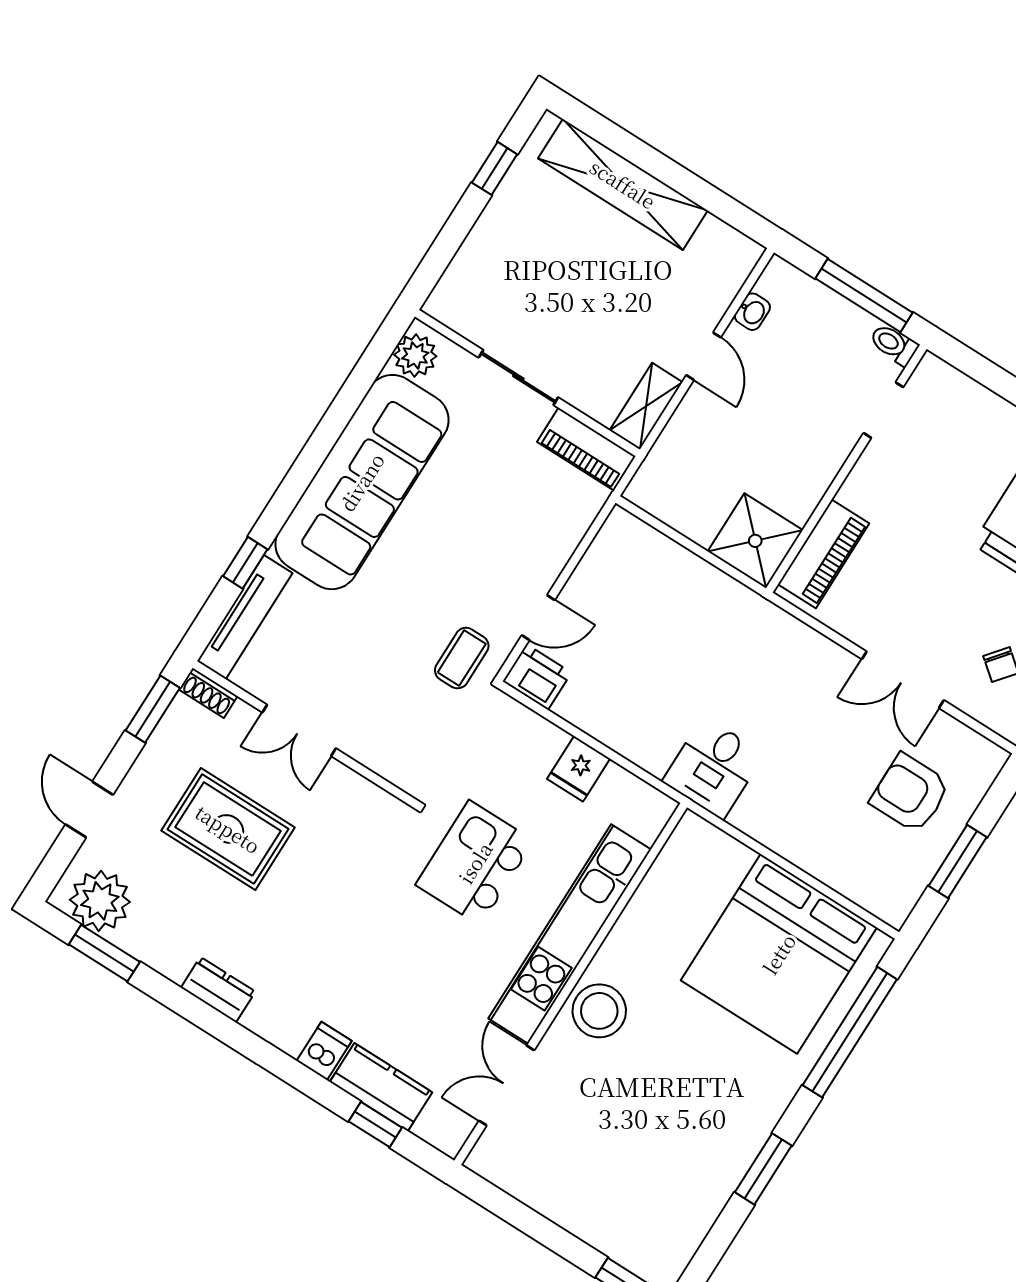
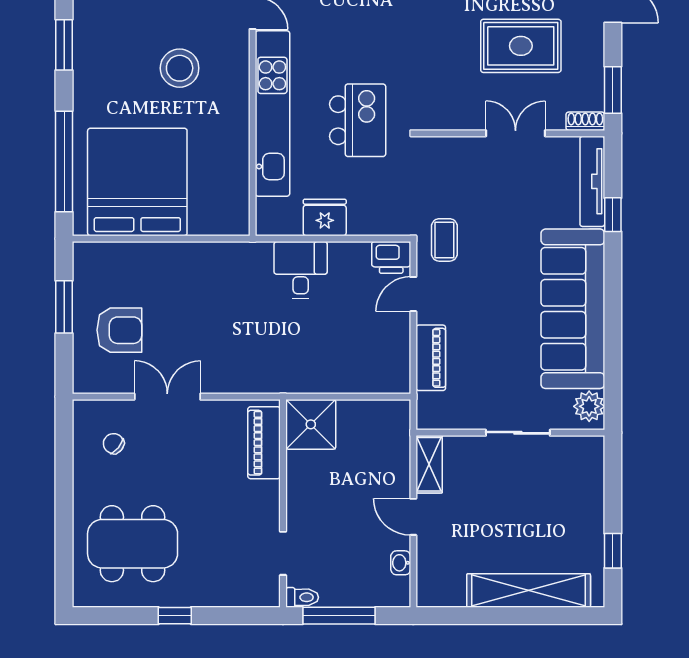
piano: (586, 449) -> (431, 358), moved, turned 90
desk: (713, 768) -> (301, 270), moved
fridge: (579, 769) -> (325, 217), width x1.38
stool: (599, 1011) -> (180, 68), moved

